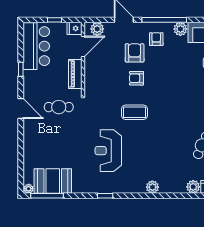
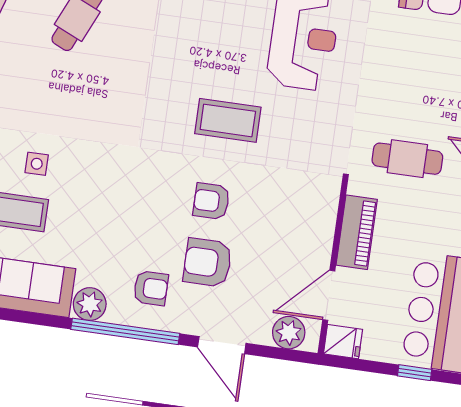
window: (54, 20) -> (415, 373), moved
armchair: (156, 39) -> (151, 288), turned -90
armchair: (135, 53) -> (207, 263), turned 90
armchair: (137, 78) -> (211, 201), turned 180

